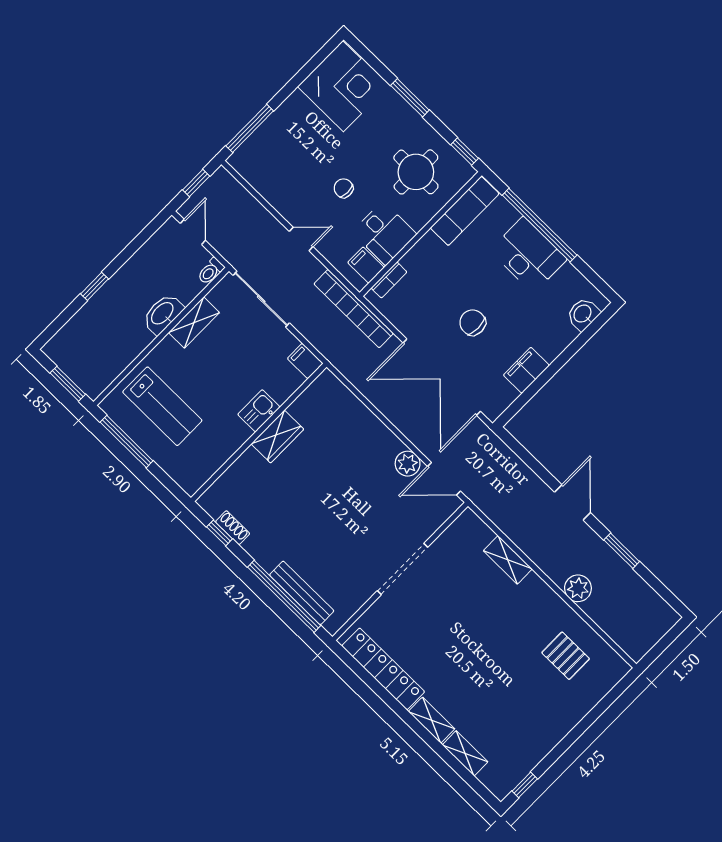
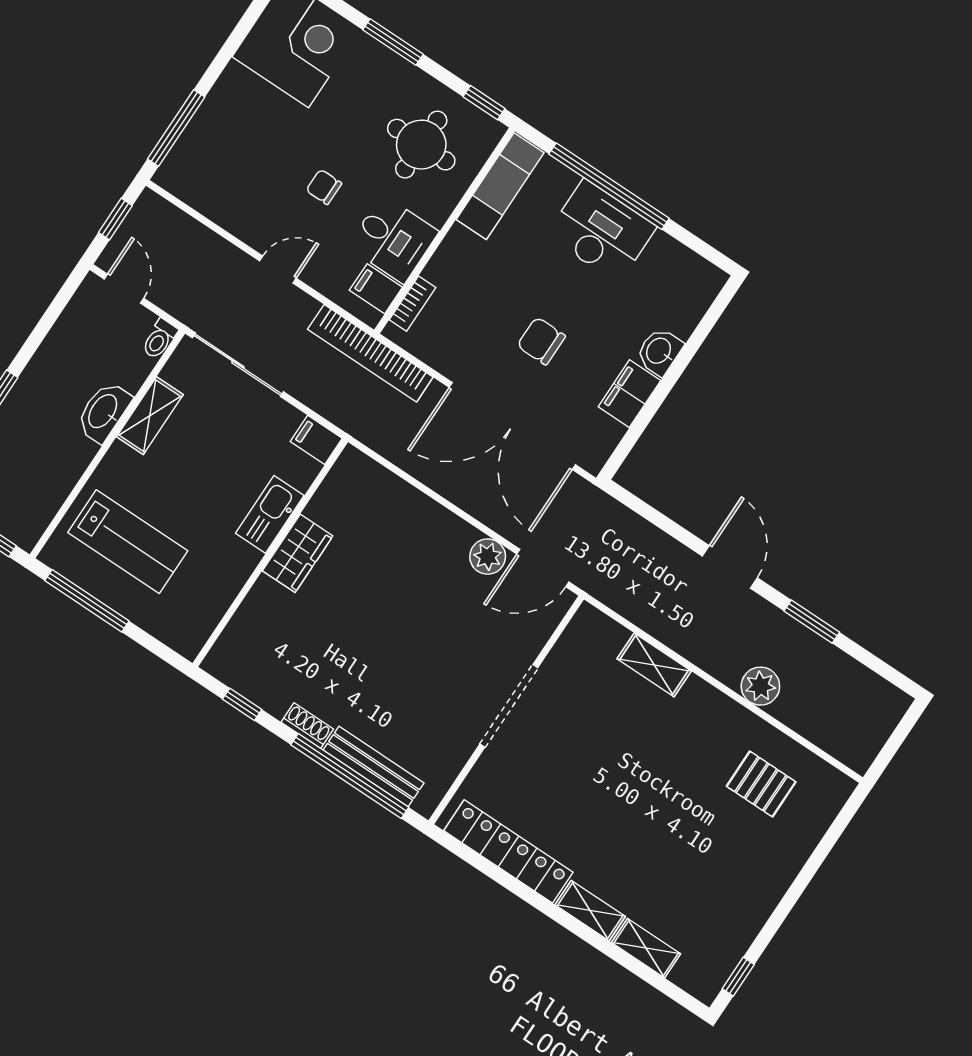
washbasin: (583, 314) -> (659, 351), moved
kitchen sink: (259, 411) -> (270, 514), width x1.38
shoe rack: (233, 528) -> (307, 726), moved

